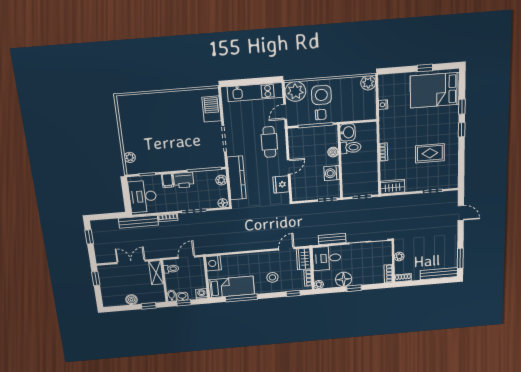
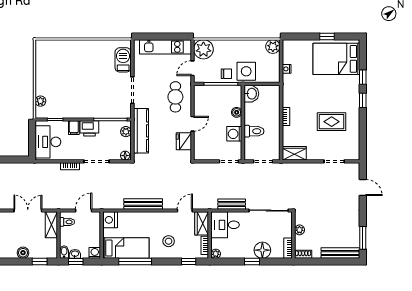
side table: (321, 95) -> (246, 71), moved
toilet: (351, 148) -> (254, 131), moved
bench: (138, 222) -> (143, 204), moved
floor lamp: (344, 279) -> (262, 250), moved

